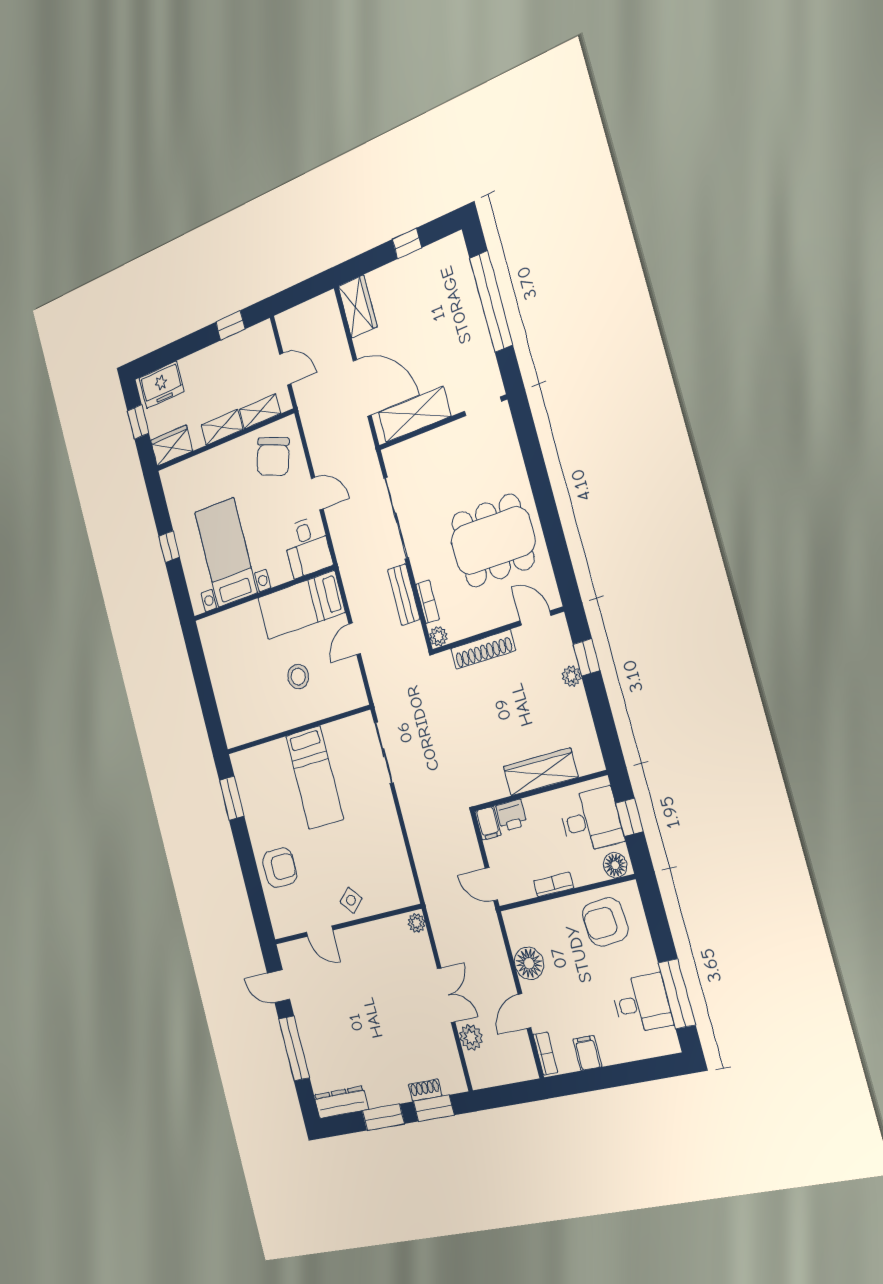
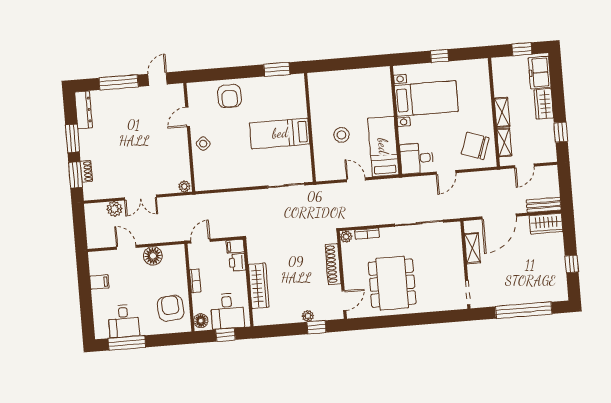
shelving: (414, 414) -> (472, 248), width x0.67, depth x0.75
wardrobe: (172, 446) -> (544, 104), moved, turned 180
bench: (404, 594) -> (544, 205), moved
bookcase: (545, 1054) -> (101, 256), removed

